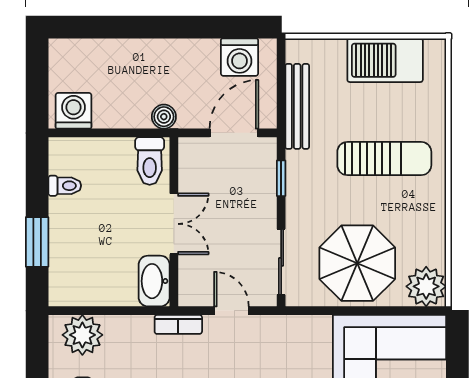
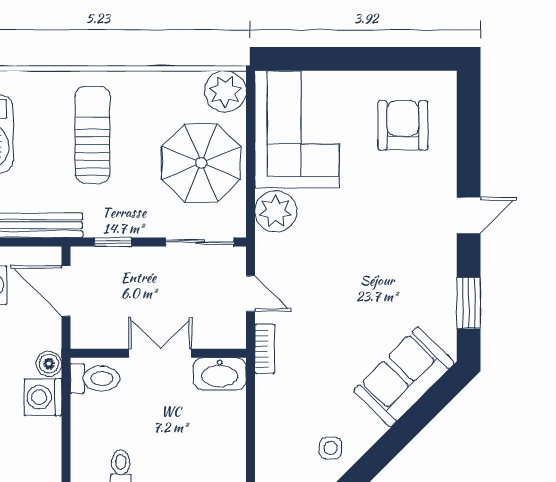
washing machine: (73, 111) -> (43, 397), moved
door: (231, 311) -> (250, 294), swing flipped
plant: (82, 335) -> (276, 211), moved

